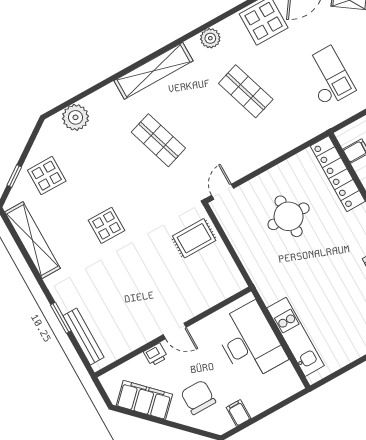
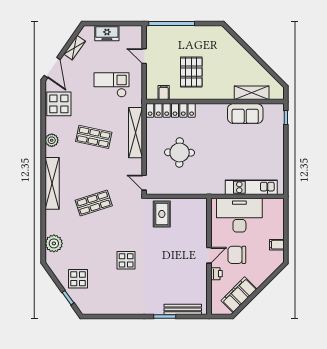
shop shelf: (246, 91) -> (94, 137), turned 30
shelving: (32, 240) -> (135, 133), moved, turned 90
chair: (198, 397) -> (237, 255), moved

